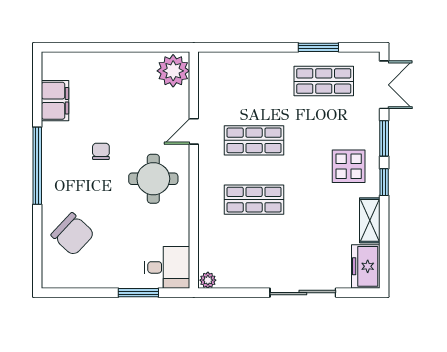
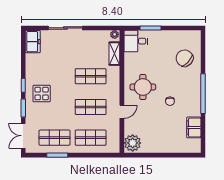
shop shelf: (254, 81) -> (91, 138), added
shelving: (370, 220) -> (114, 54), moved

